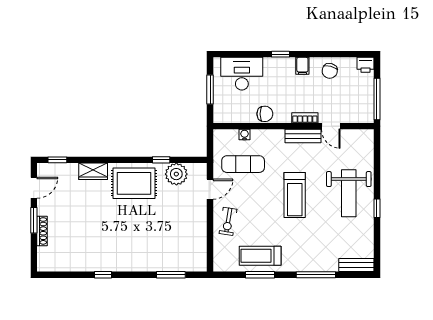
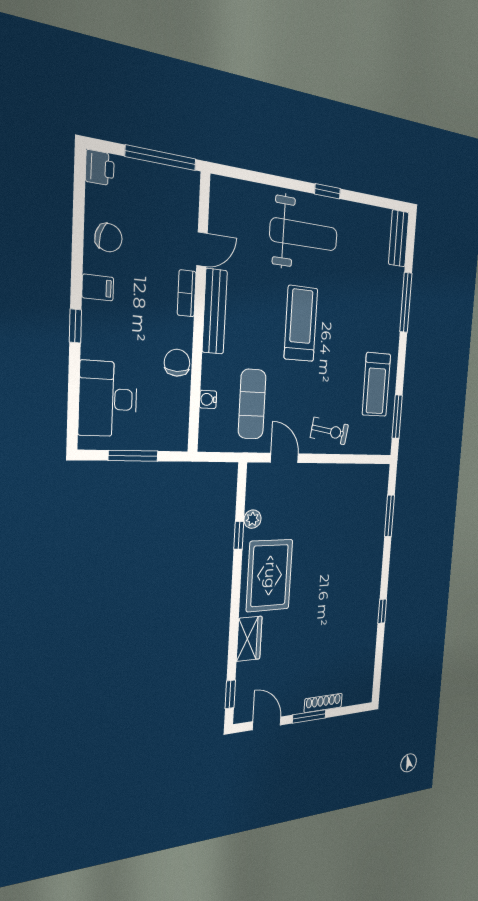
bench: (303, 136) -> (215, 311), width x1.36
plant: (176, 174) -> (253, 519), width x0.53, depth x0.53
treadmill: (295, 195) -> (301, 324), turned -90
window: (260, 275) -> (397, 417), moved

